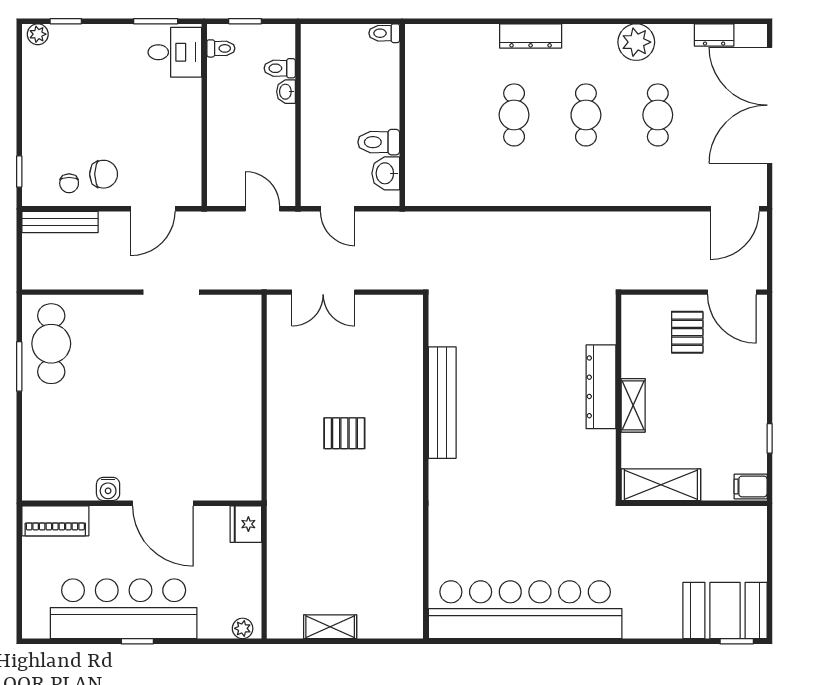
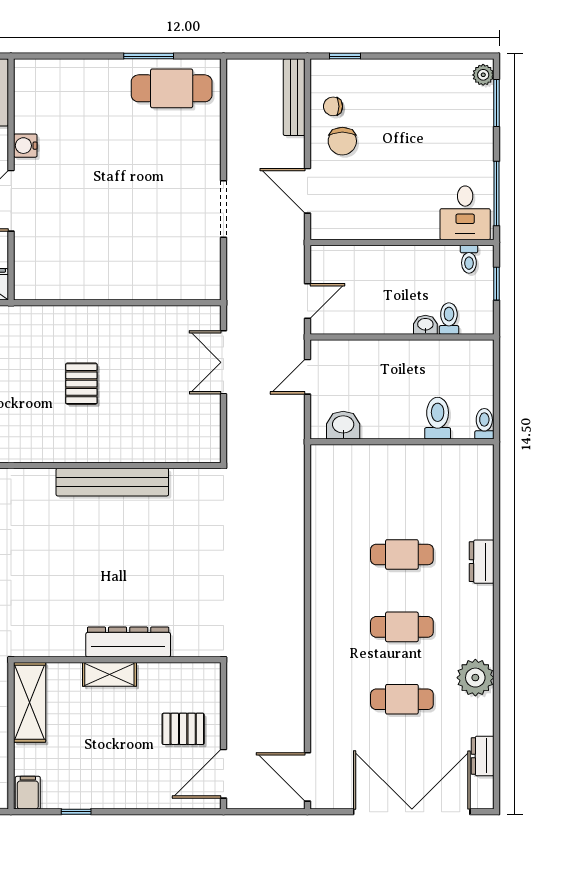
window: (66, 21) -> (496, 103), width x1.50
window: (156, 21) -> (496, 193), width x1.44
dresser: (531, 36) -> (482, 562), width x0.70
toilet: (379, 142) -> (438, 418), moved

